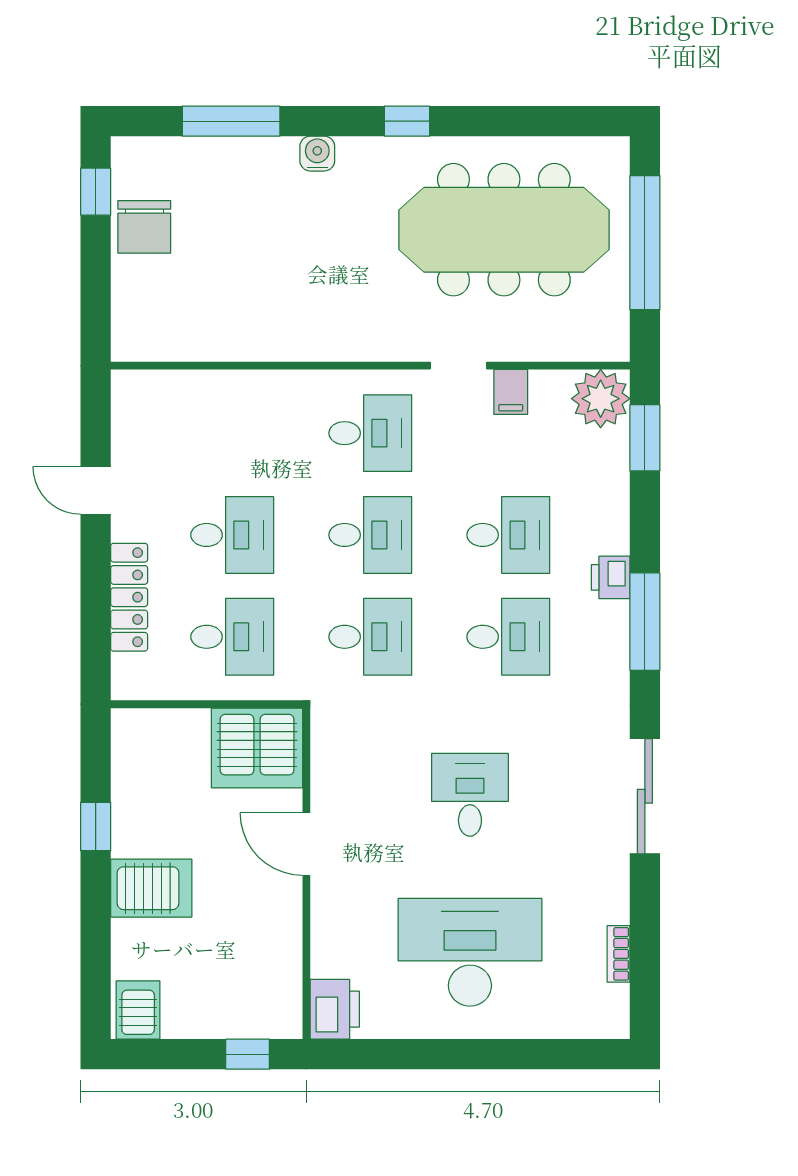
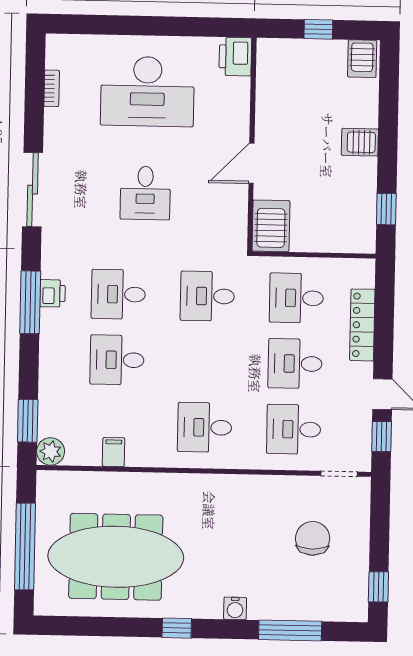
chair: (144, 227) -> (313, 538), moved
doorway: (458, 366) -> (339, 474), moved
plant: (601, 399) -> (51, 451), width x0.73, depth x0.73
window: (96, 425) -> (382, 437), added
desk: (370, 535) -> (294, 429), moved
printer: (611, 577) -> (52, 293), moved
server rack: (257, 748) -> (271, 226), width x0.62
window: (96, 826) -> (386, 209), moved
door: (306, 844) -> (251, 163), swing flipped
server rack: (151, 888) -> (360, 142), width x0.73, depth x0.70
window: (248, 1054) -> (318, 29), moved

